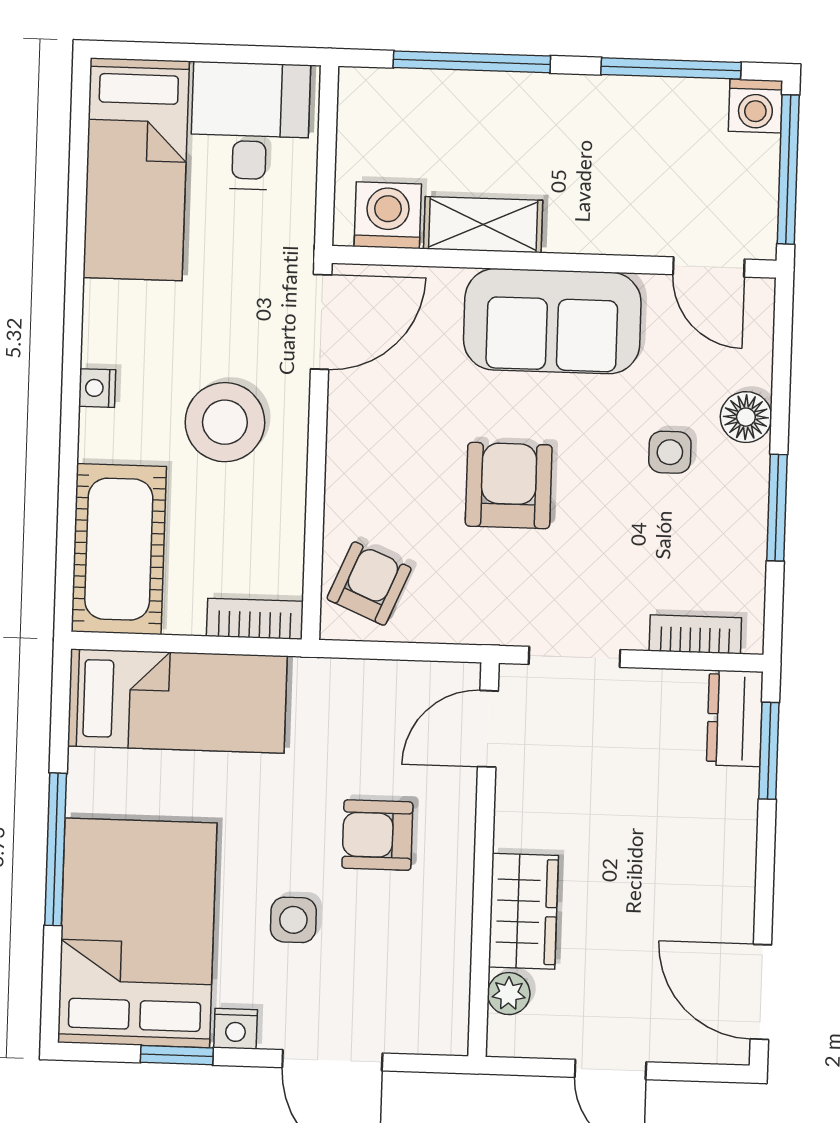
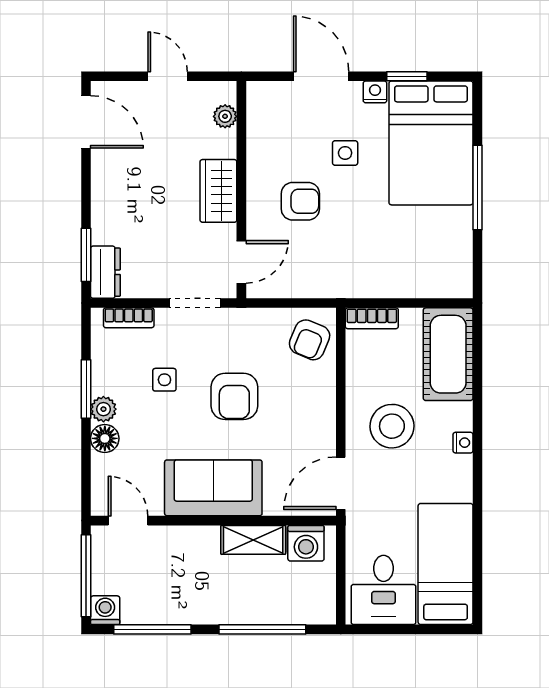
side table: (670, 452) -> (164, 380), moved
plant: (747, 470) -> (103, 409), added
bed: (177, 701) -> (413, 272), removed
wardrobe: (523, 911) -> (218, 191), moved

